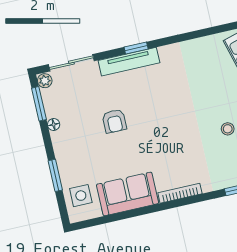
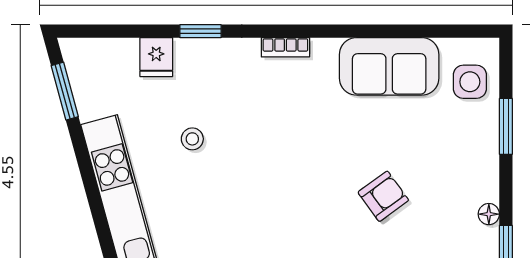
armchair: (114, 121) -> (383, 196), turned 54
bookcase: (180, 193) -> (285, 47), width x0.64

